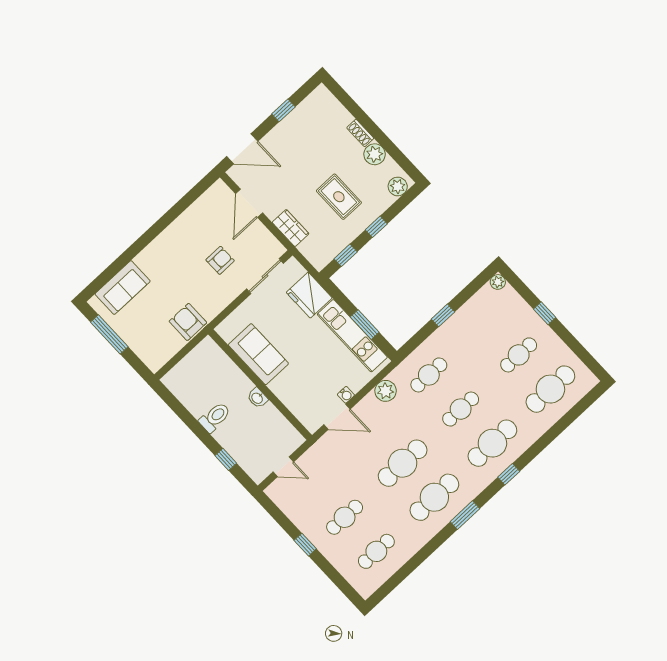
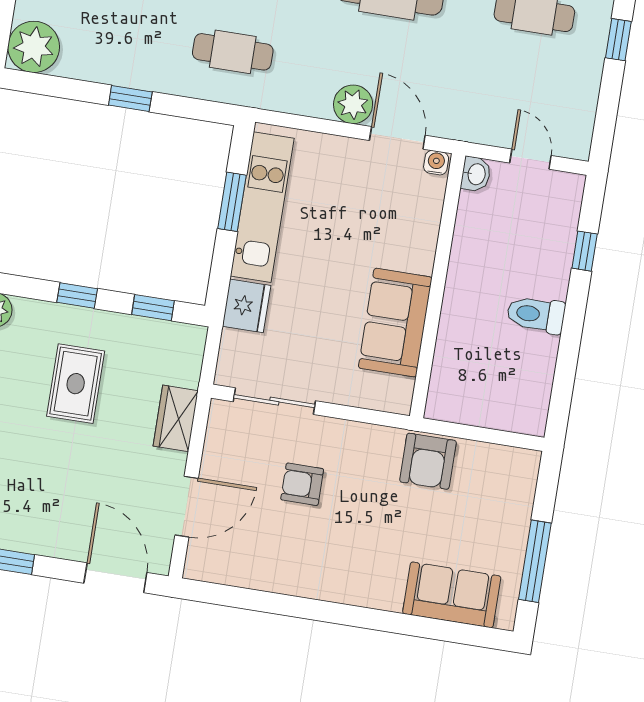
plant: (498, 282) -> (34, 47), width x1.87, depth x1.87
fridge: (309, 295) -> (246, 306), width x0.73, depth x0.75
plant: (386, 391) -> (353, 104), moved
water cooler: (346, 395) -> (436, 163), moved
washbasin: (257, 398) -> (476, 174), moved

